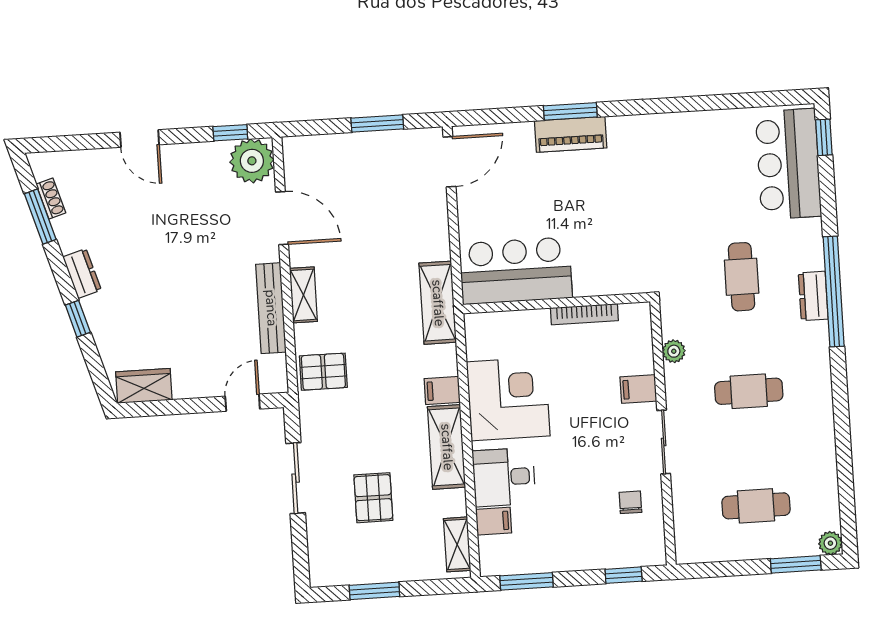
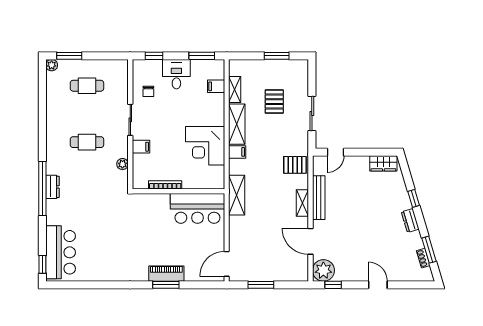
cafe table: (742, 277) -> (87, 199), removed
desk: (504, 477) -> (176, 74), moved, turned -90
shelving: (457, 544) -> (235, 90), moved

